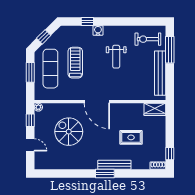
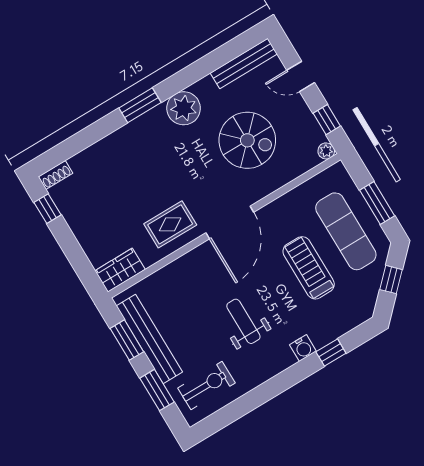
window: (170, 50) -> (157, 390), width x0.69
treadmill: (75, 63) -> (309, 268), turned 180
window: (170, 78) -> (127, 340), added
door: (97, 102) -> (230, 222), swing flipped
rug: (131, 137) -> (170, 224), moved
plant: (87, 161) -> (184, 108), added
bench: (114, 165) -> (244, 63), moved

